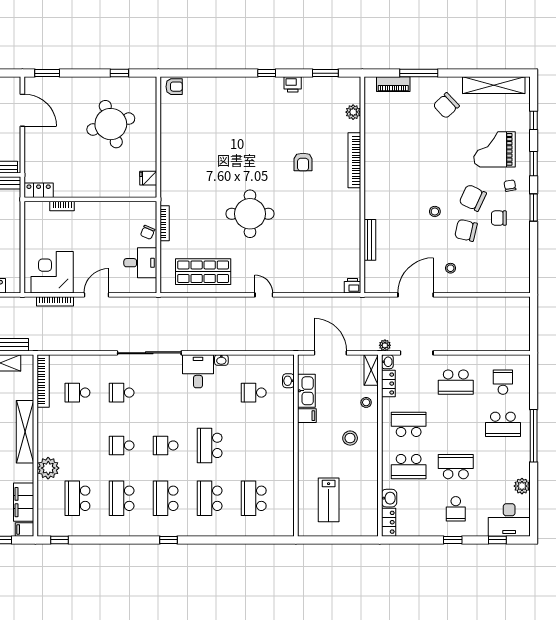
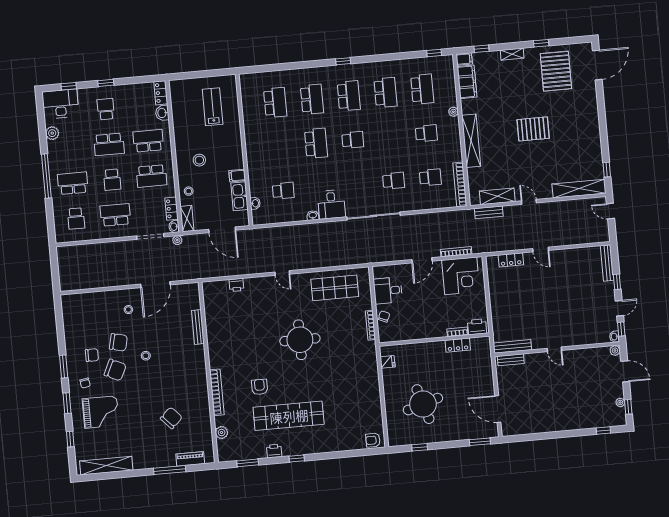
chair: (446, 106) -> (171, 418), moved
shop shelf: (272, 125) -> (289, 416), added
locker: (39, 190) -> (458, 345), moved
printer: (38, 210) -> (477, 327), added
printer: (353, 286) -> (236, 285), moved
school desk: (456, 424) -> (112, 180), added
school desk: (122, 445) -> (426, 133), moved
plant: (48, 468) -> (453, 112), width x0.53, depth x0.53

